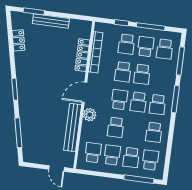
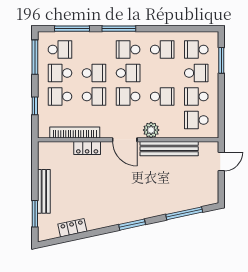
window: (151, 27) -> (35, 57), moved
school desk: (126, 44) -> (60, 97), turned 180
locker: (82, 55) -> (87, 148), width x0.66
school desk: (158, 105) -> (128, 50), turned 180
window: (139, 179) -> (221, 60), width x0.69

